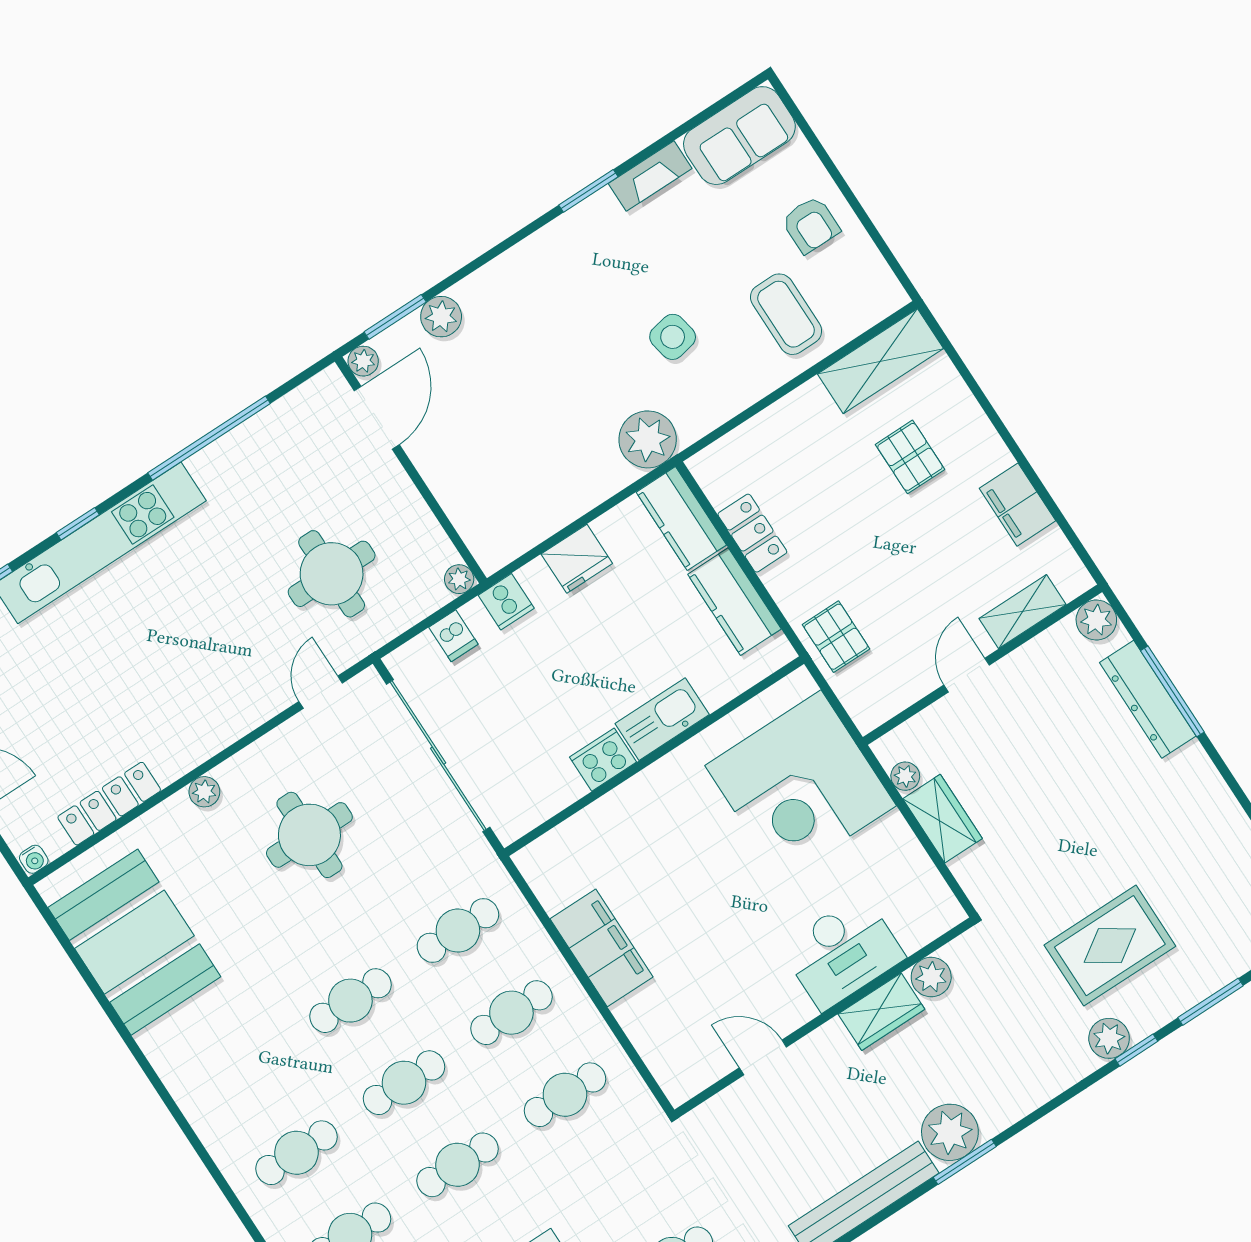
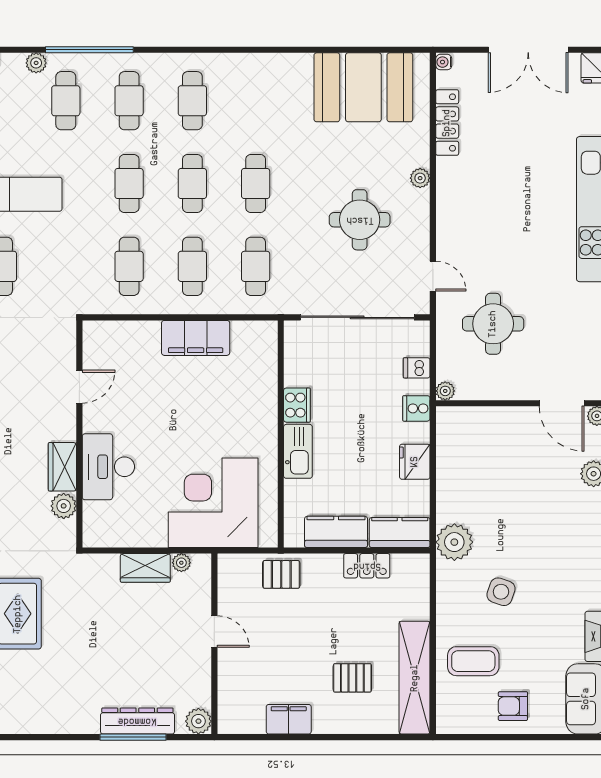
side table: (673, 337) -> (501, 592), turned 30
shelving: (880, 361) -> (415, 678), width x1.47
shelving: (1023, 612) -> (229, 684), removed

